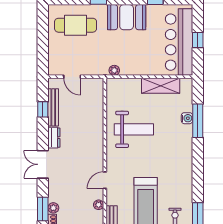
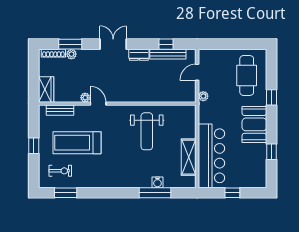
bar counter: (179, 42) -> (211, 156), moved, turned 90
plant: (114, 70) -> (203, 96), moved
plant: (99, 205) -> (85, 98), moved

